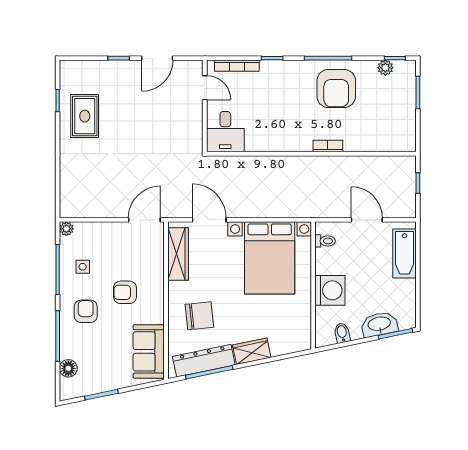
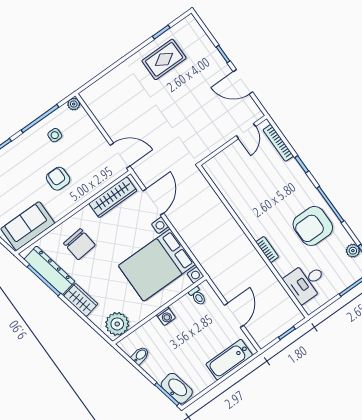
desk: (225, 132) -> (306, 282), moved
washing machine: (330, 290) -> (166, 316), width x0.53, depth x0.53
armchair: (86, 311) -> (24, 160), removed
washbasin: (379, 324) -> (177, 388), moved
plant: (298, 333) -> (117, 324), added

